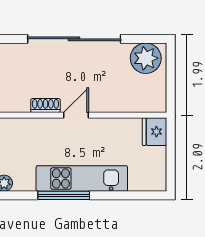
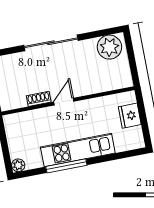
sliding door: (74, 39) -> (51, 43), width x0.73
fridge: (155, 132) -> (130, 116), moved

